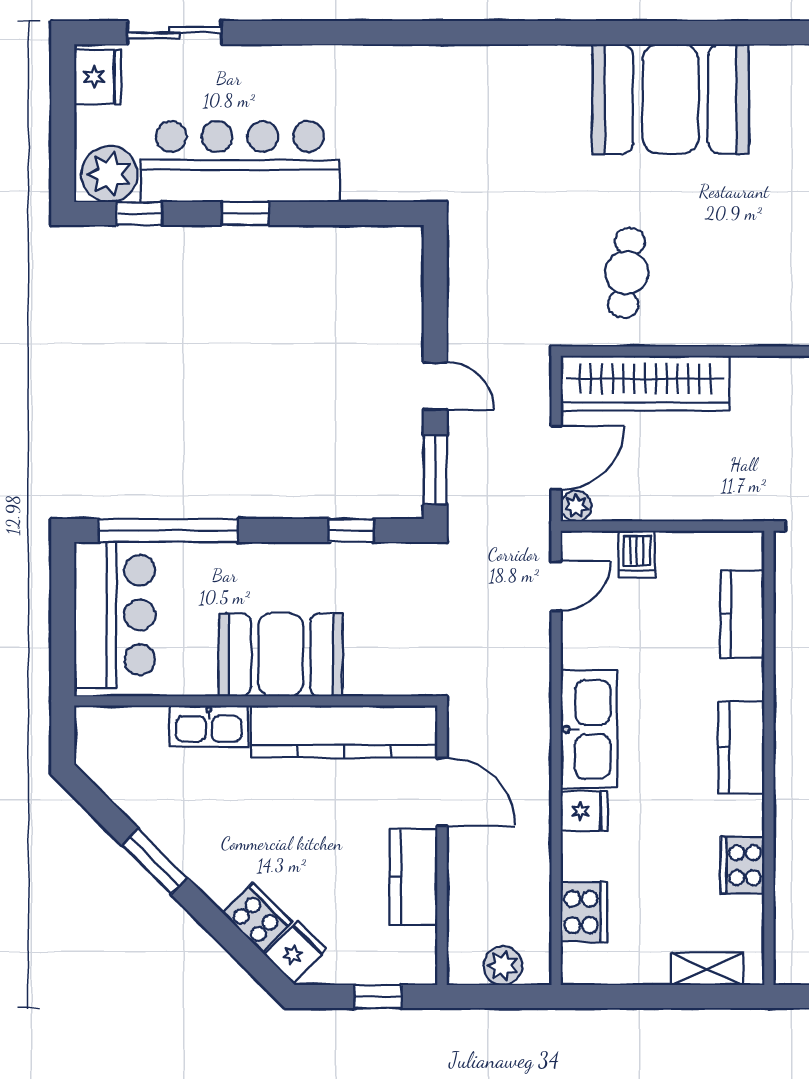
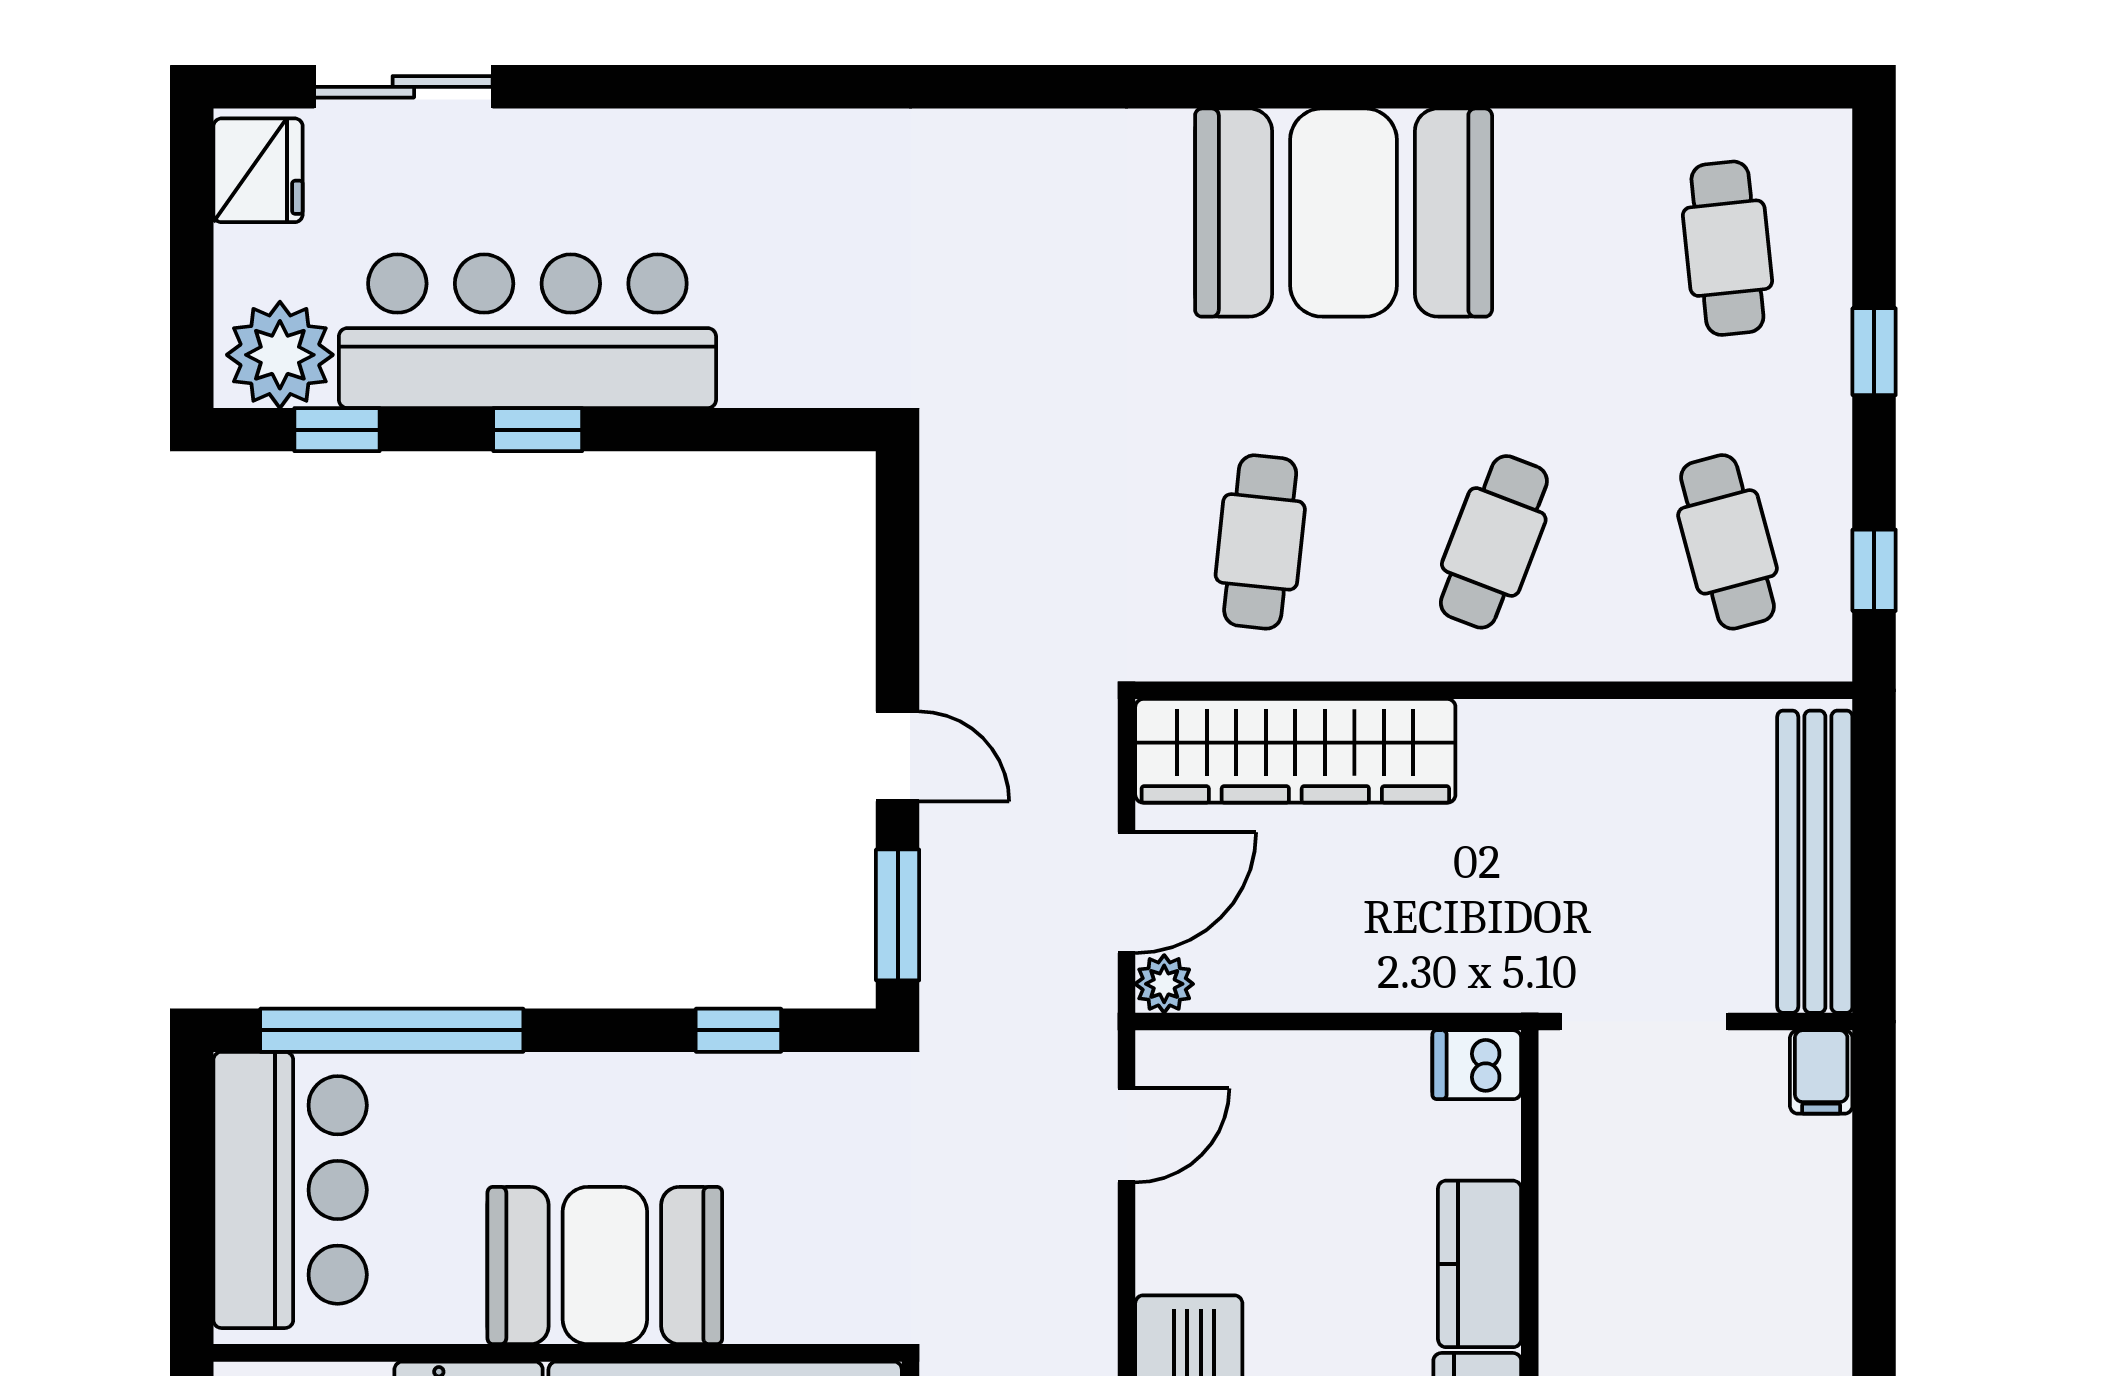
cafe table: (750, 273) -> (1494, 542), added
dishwasher: (637, 554) -> (1477, 1065), moved, turned 90
kitchen counter: (742, 614) -> (1480, 1264), moved

